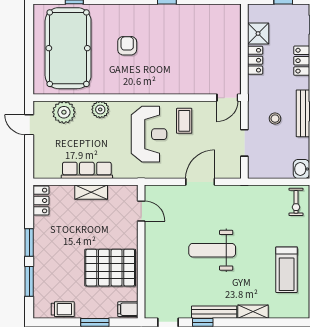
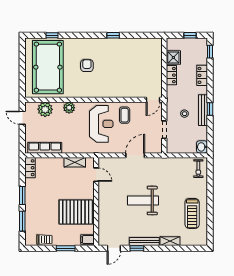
row of seats: (87, 170) -> (45, 148), moved
shelving: (91, 192) -> (75, 162), moved

